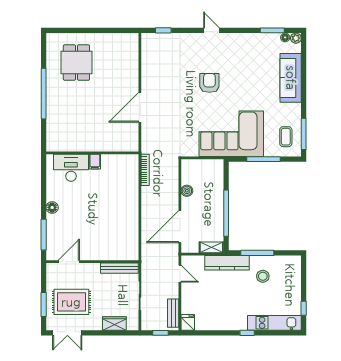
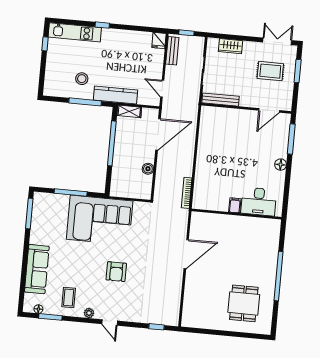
plant: (296, 38) -> (89, 313), moved
coffee table: (286, 137) -> (69, 298), moved
rug: (71, 302) -> (270, 71), width x0.73, depth x0.70

